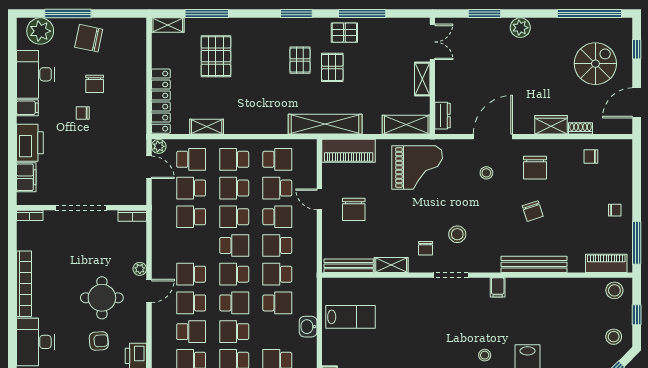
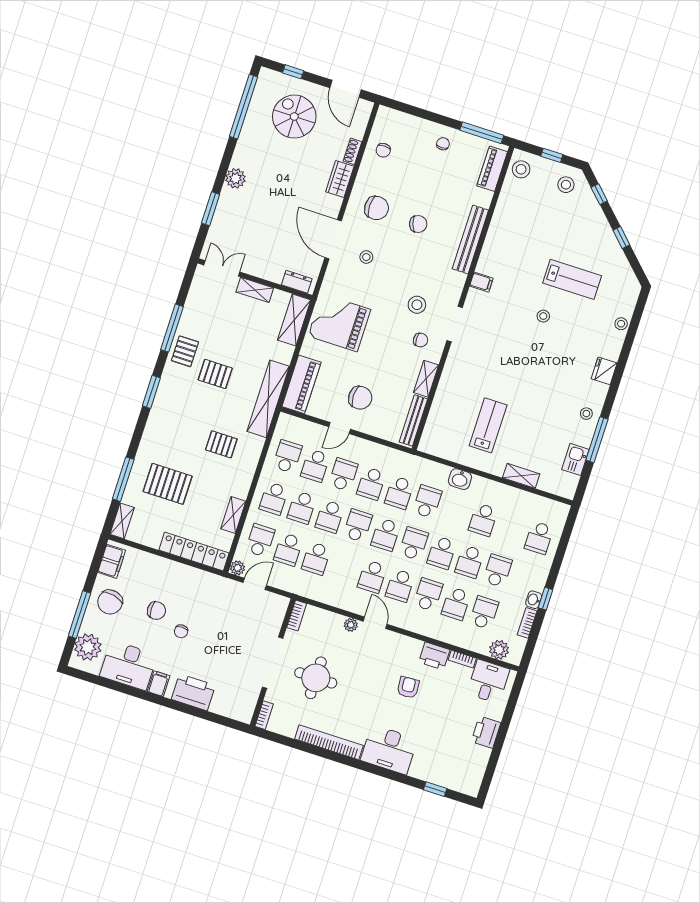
pallet: (300, 60) -> (221, 444), moved
grand piano: (417, 167) -> (339, 323), turned -90
filing cabinet: (26, 177) -> (112, 561), moved, turned 90
round table: (102, 298) -> (316, 678), moved
lab bench: (350, 317) -> (488, 425), moved

